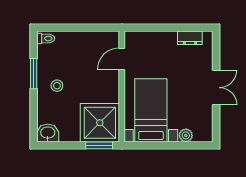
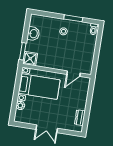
door: (122, 59) -> (73, 74), swing flipped
shower: (100, 123) -> (30, 59), width x0.54, depth x0.54
washbasin: (48, 133) -> (33, 34), moved

